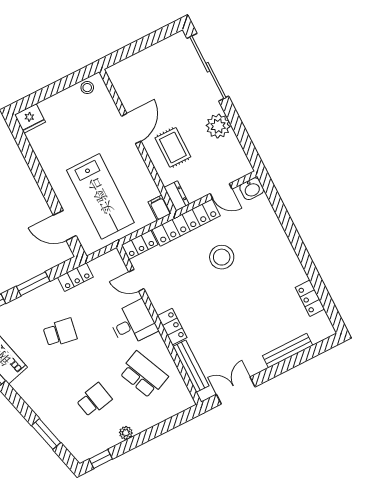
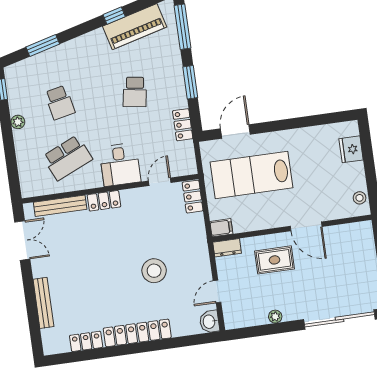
fridge: (30, 118) -> (351, 149), moved
plant: (218, 126) -> (275, 317), width x0.53, depth x0.53
locker: (186, 223) -> (137, 333), moved, turned 90

